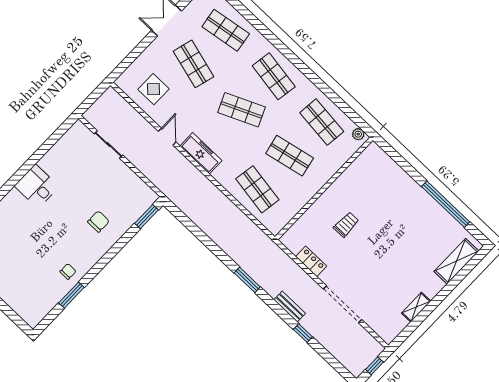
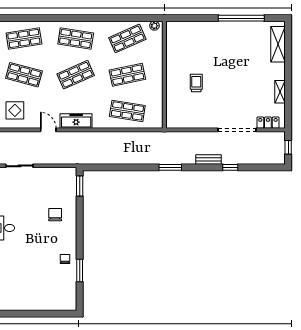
shop shelf: (322, 122) -> (127, 38), turned -30
locker: (311, 261) -> (268, 123), moved

